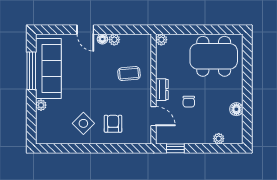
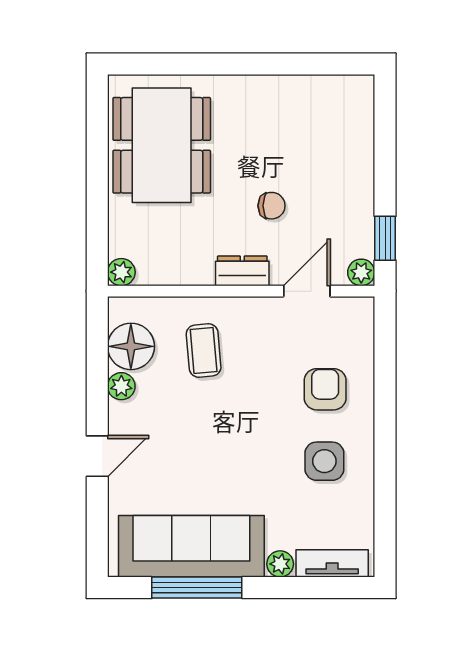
floor lamp: (102, 39) -> (131, 346), moved, width x1.89, depth x1.89
floor lamp: (236, 109) -> (290, 90), removed
side table: (83, 123) -> (324, 461), turned 45
armchair: (113, 124) -> (325, 389), turned 90
tv unit: (41, 127) -> (332, 563), added
plant: (219, 139) -> (361, 272), moved

